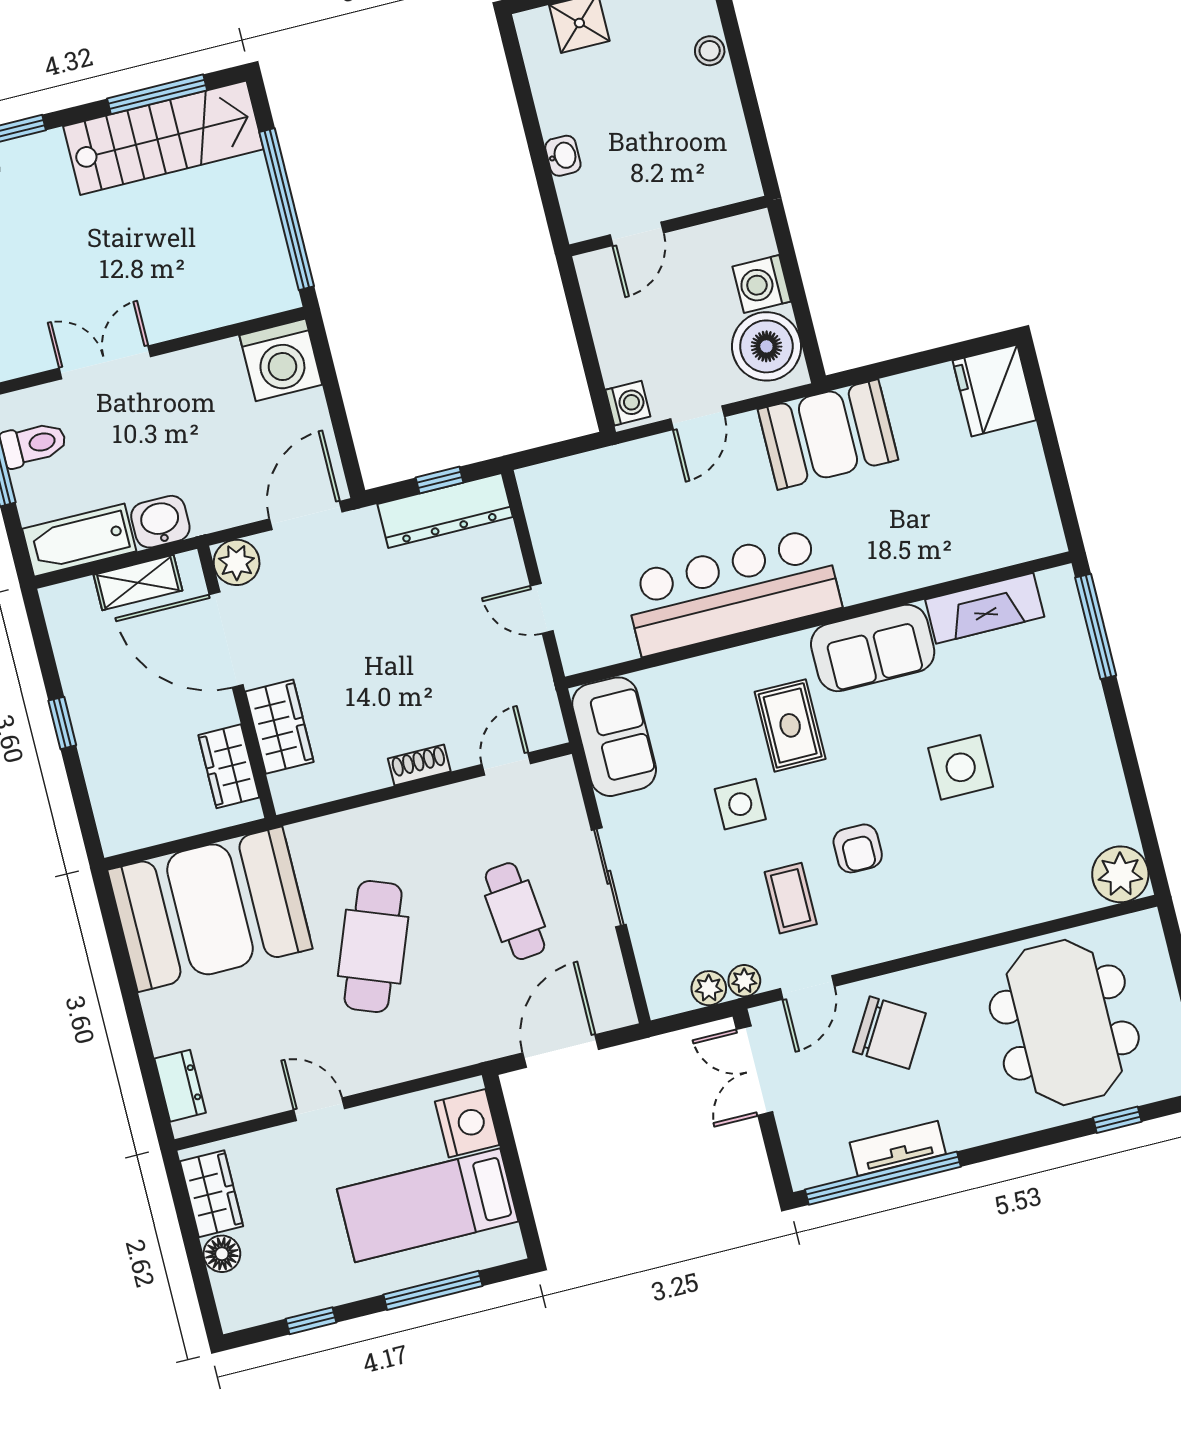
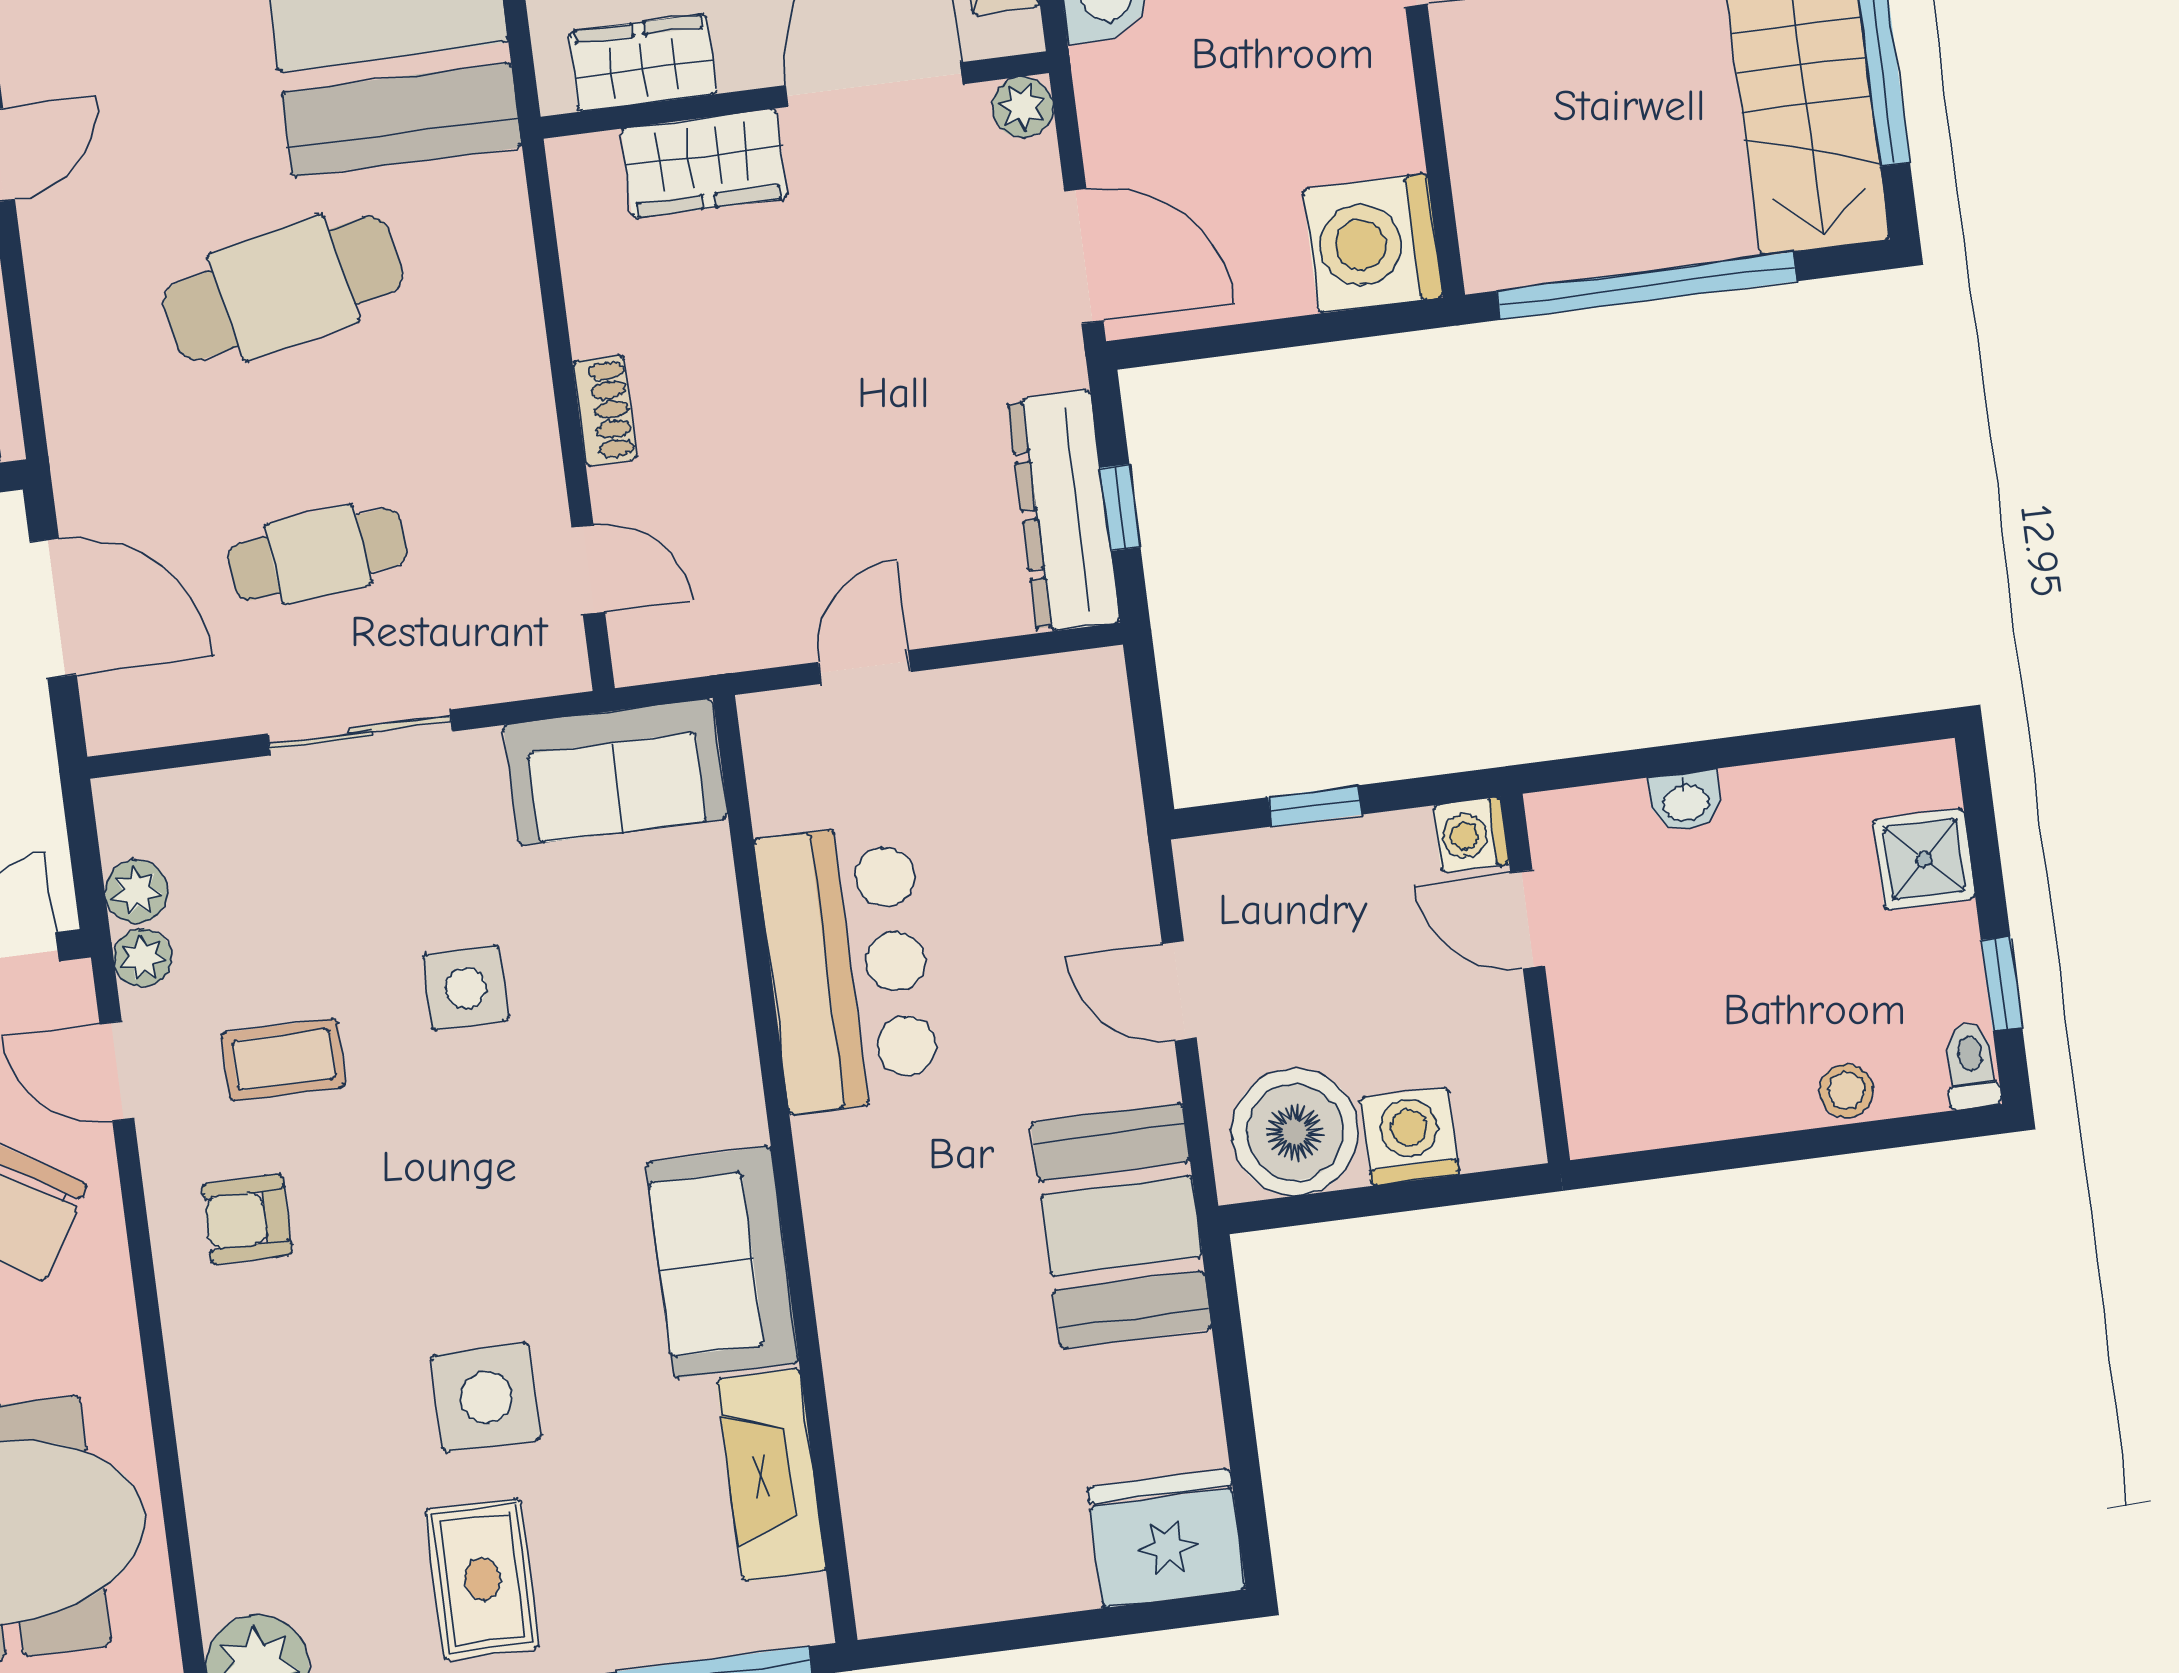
window: (589, 356) -> (1315, 806), added
washing machine: (628, 403) -> (1471, 835), moved, turned 90
plant: (237, 562) -> (1023, 107), width x0.73, depth x0.73
bar counter: (732, 592) -> (848, 967), width x0.73
rug: (790, 725) -> (482, 1579), moved, turned 90
armchair: (858, 848) -> (247, 1219), moved
cafe table: (373, 947) -> (283, 288), turned -33

